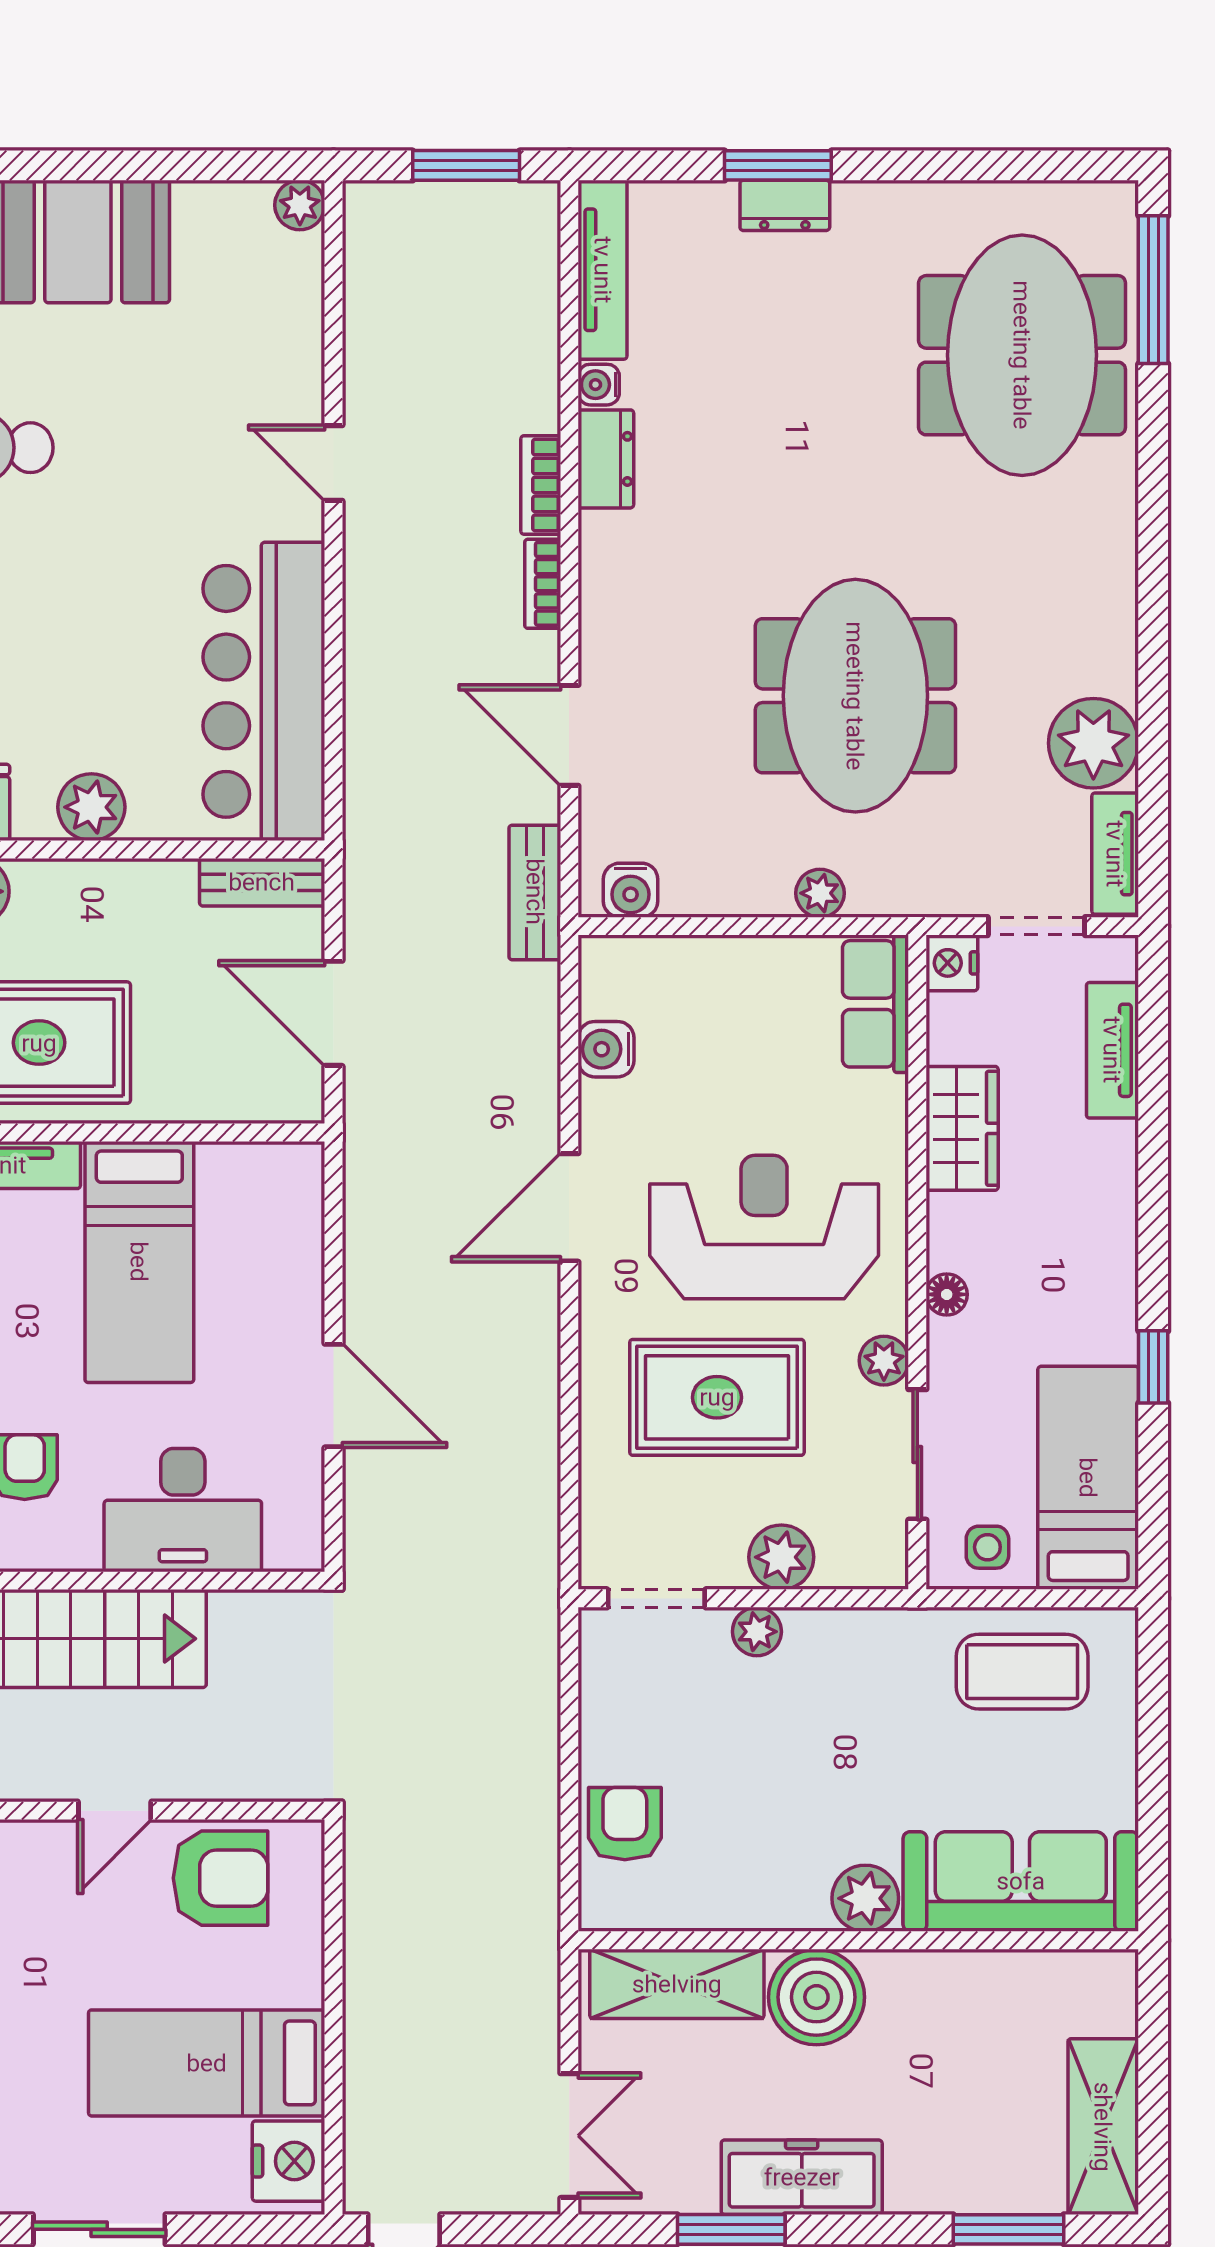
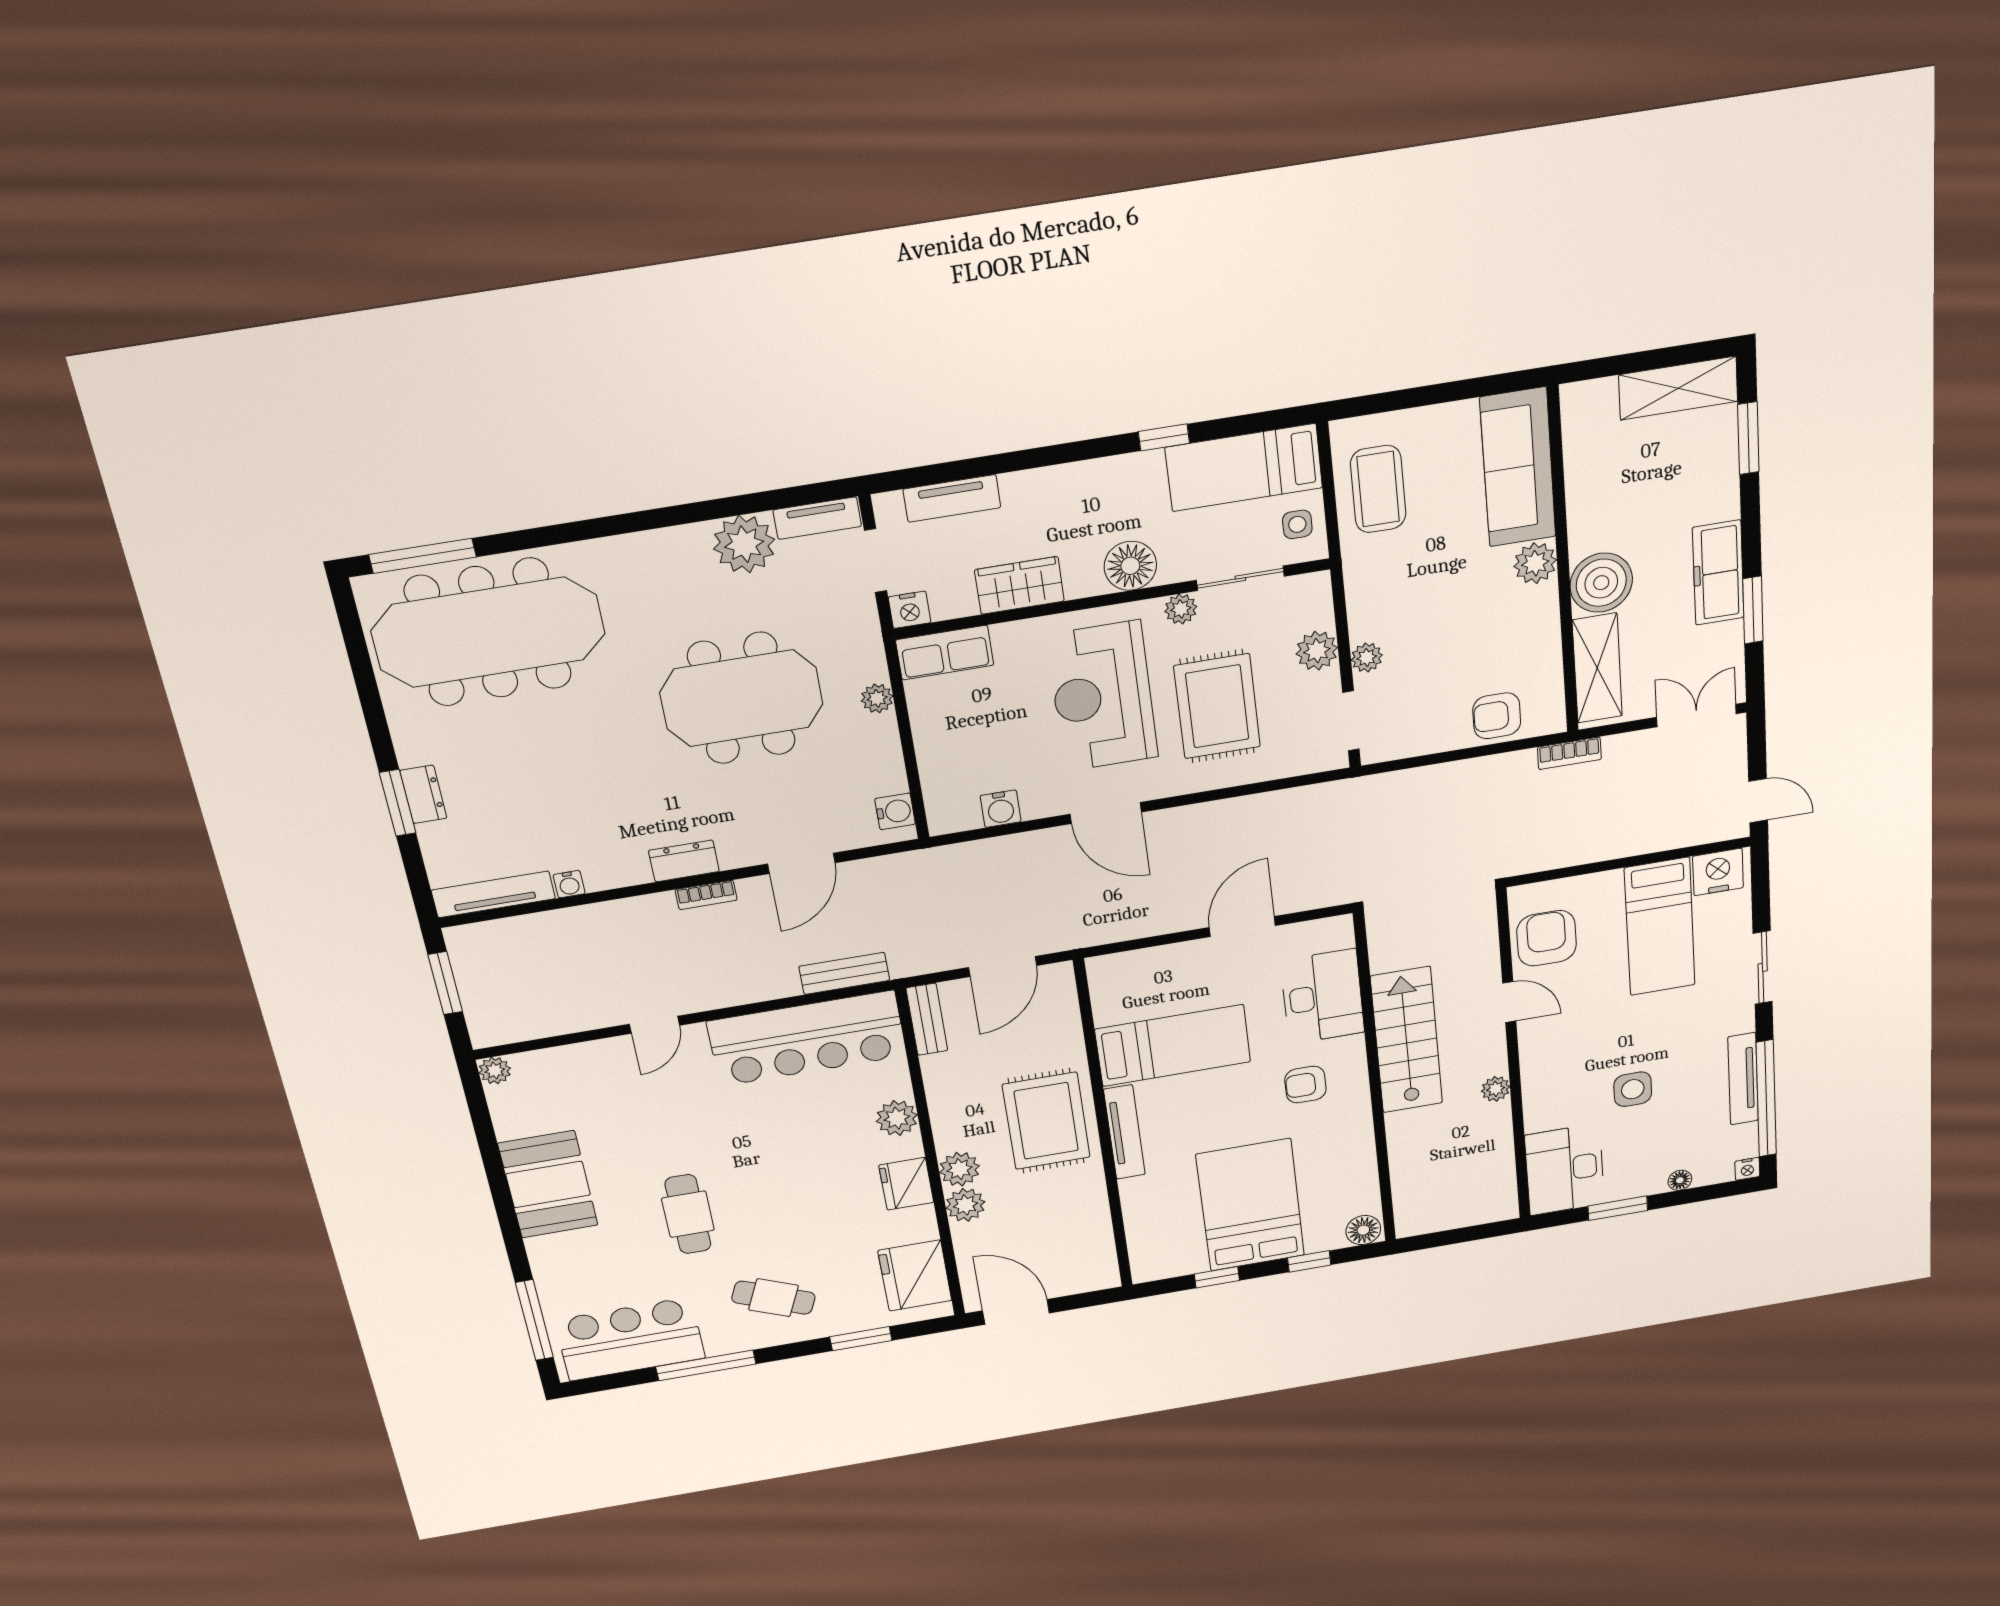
meeting table: (1022, 355) -> (488, 632), width x1.36
dresser: (606, 459) -> (684, 861), moved
bookcase: (541, 485) -> (1569, 753), moved
bench: (535, 892) -> (844, 973), moved
floor lamp: (947, 1294) -> (1130, 566), width x1.89, depth x1.89

